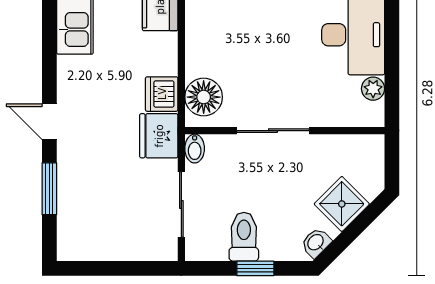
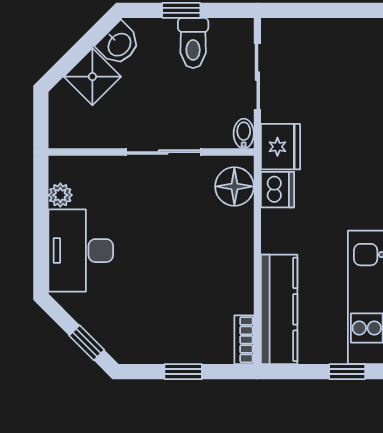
washbasin: (316, 243) -> (119, 44), width x1.38, depth x1.45

